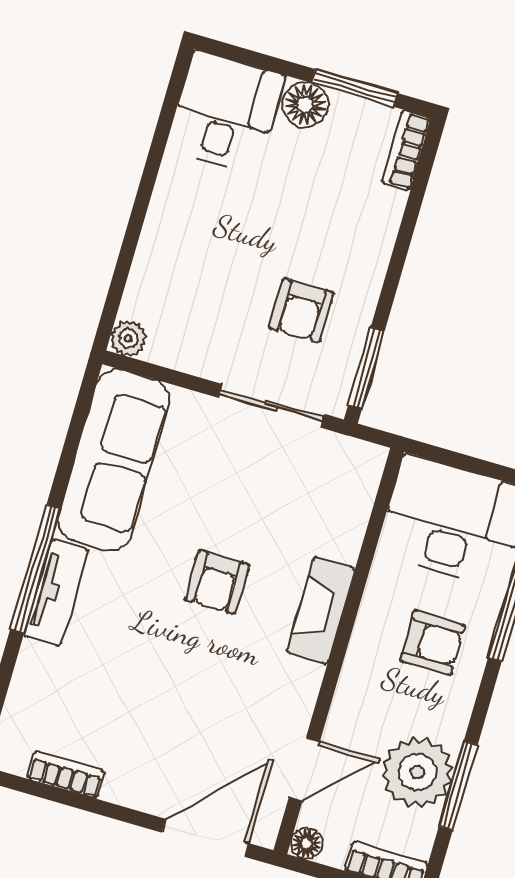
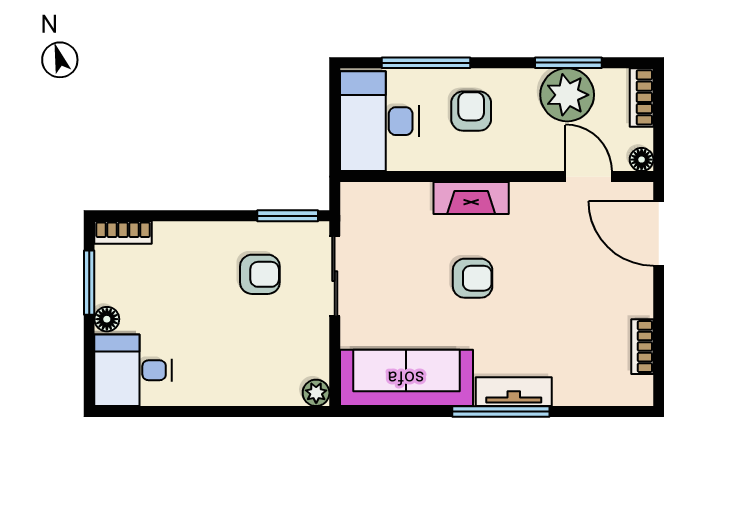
floor lamp: (305, 105) -> (107, 319), width x0.73, depth x0.73

